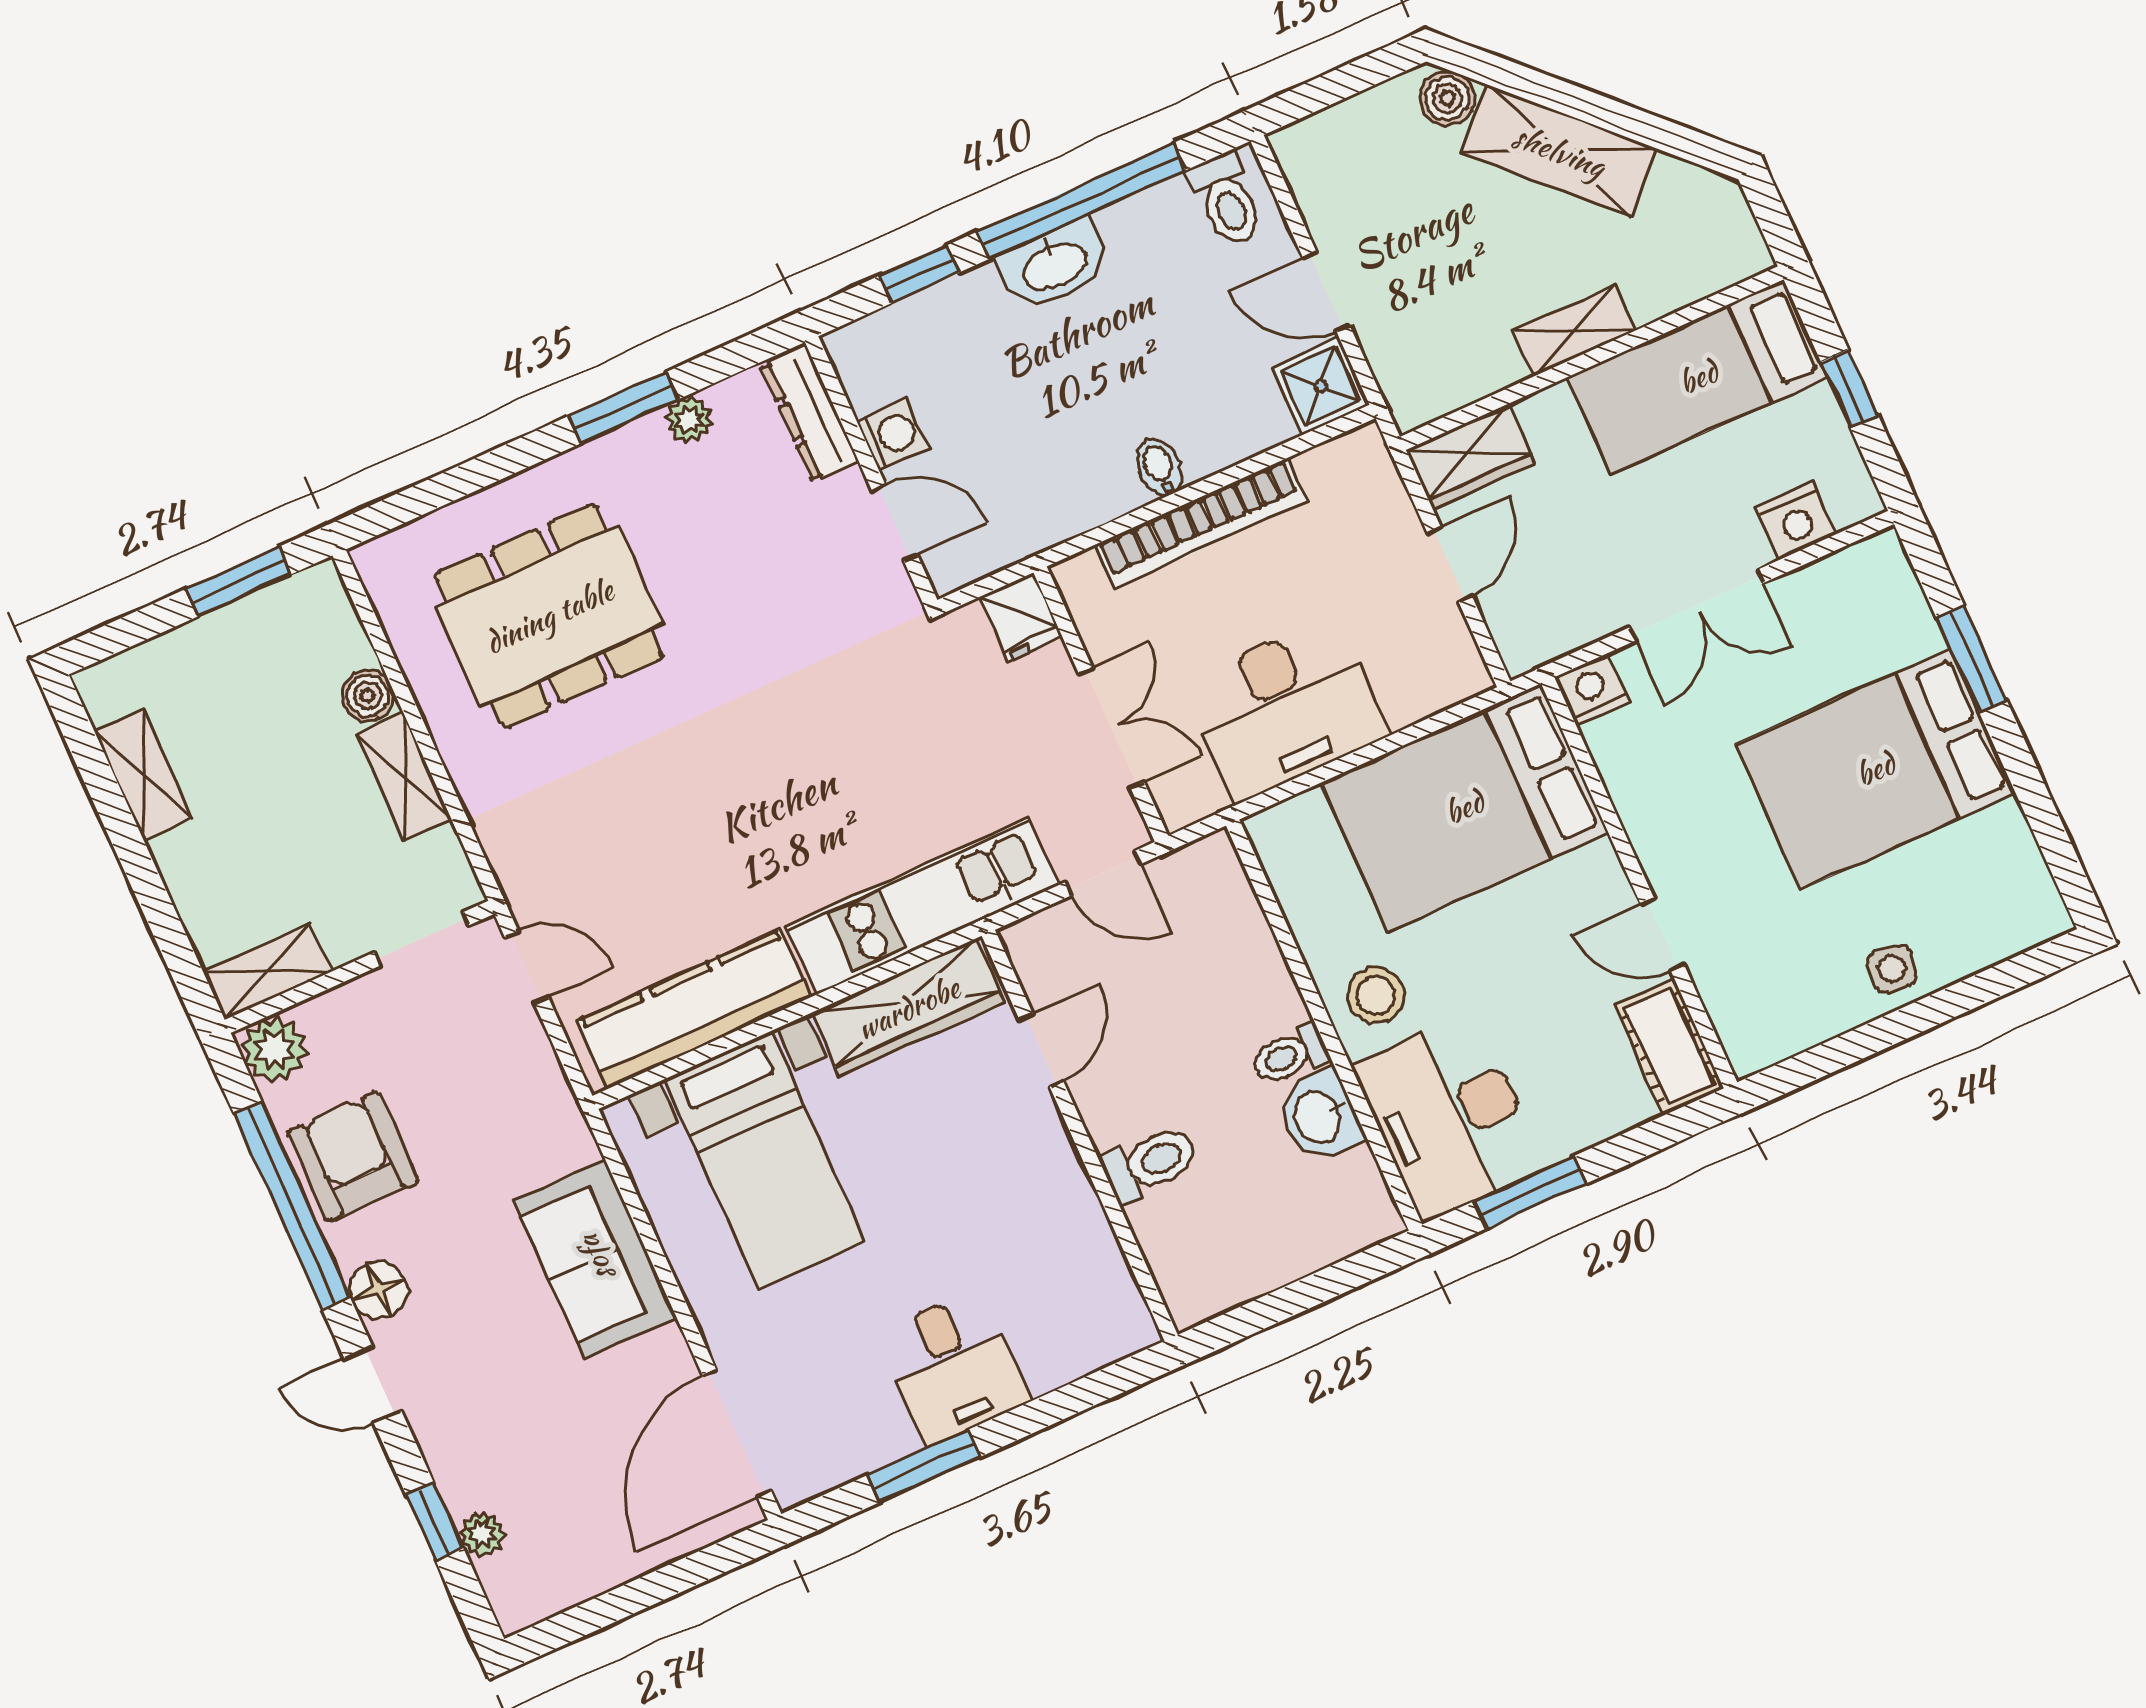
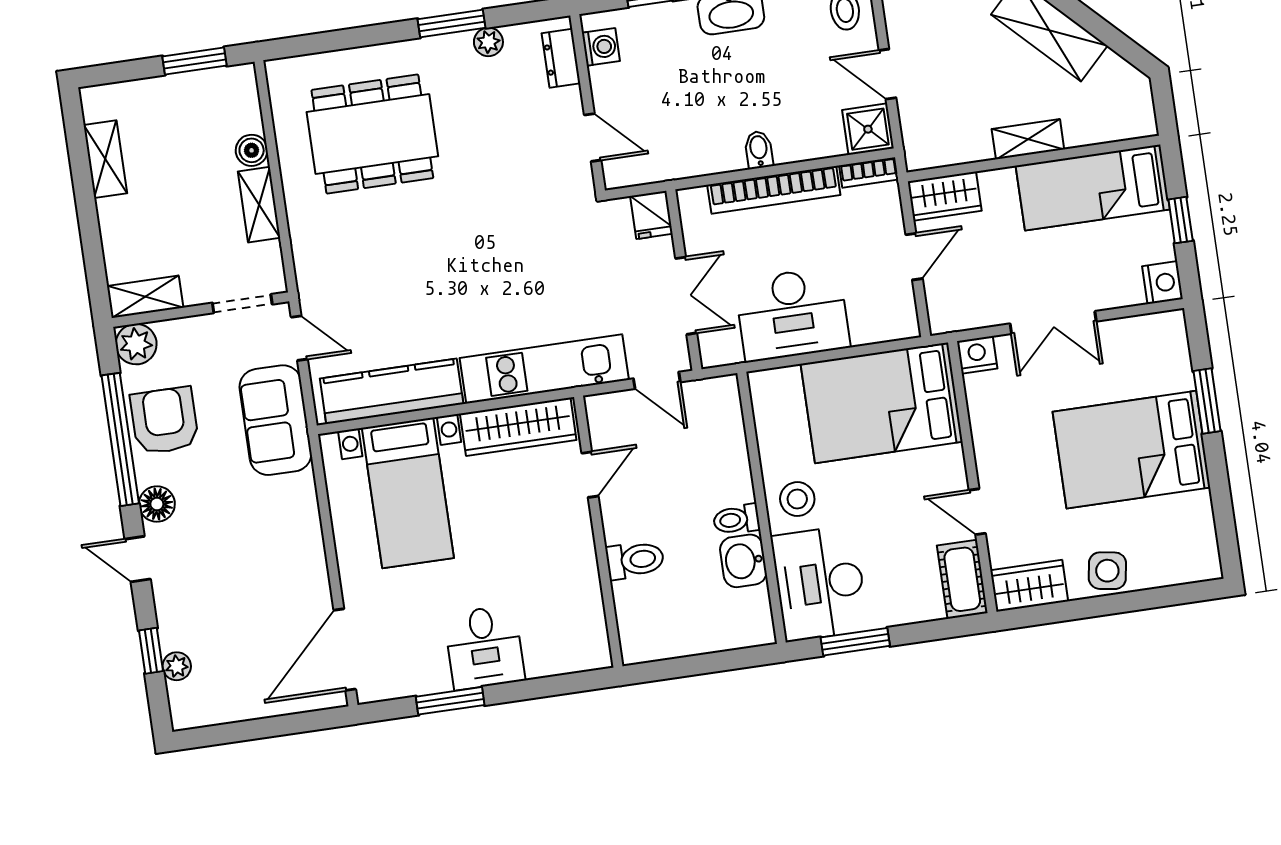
dresser: (810, 413) -> (561, 58), width x0.70
washing machine: (892, 435) -> (601, 47), moved
bookcase: (1341, 454) -> (869, 172), added
nightstand: (1795, 521) -> (1162, 283), moved, turned -90
side table: (1892, 968) -> (1107, 571), width x1.37, depth x1.37
wardrobe: (1777, 1027) -> (1029, 586), added
sofa: (595, 1259) -> (276, 420), moved

